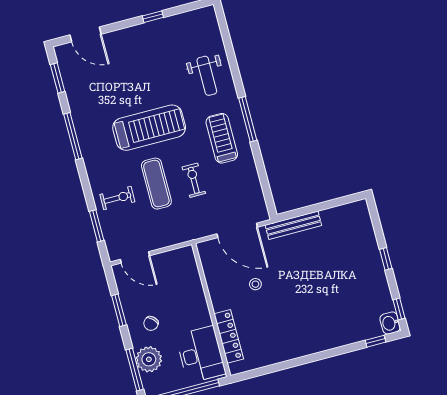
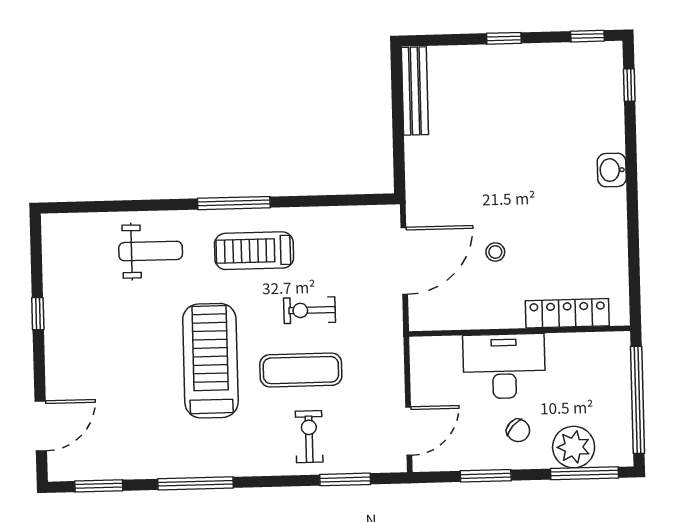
bench: (293, 225) -> (415, 91), moved
washbasin: (390, 323) -> (612, 170), moved, turned 90
desk: (201, 355) -> (504, 366), moved

